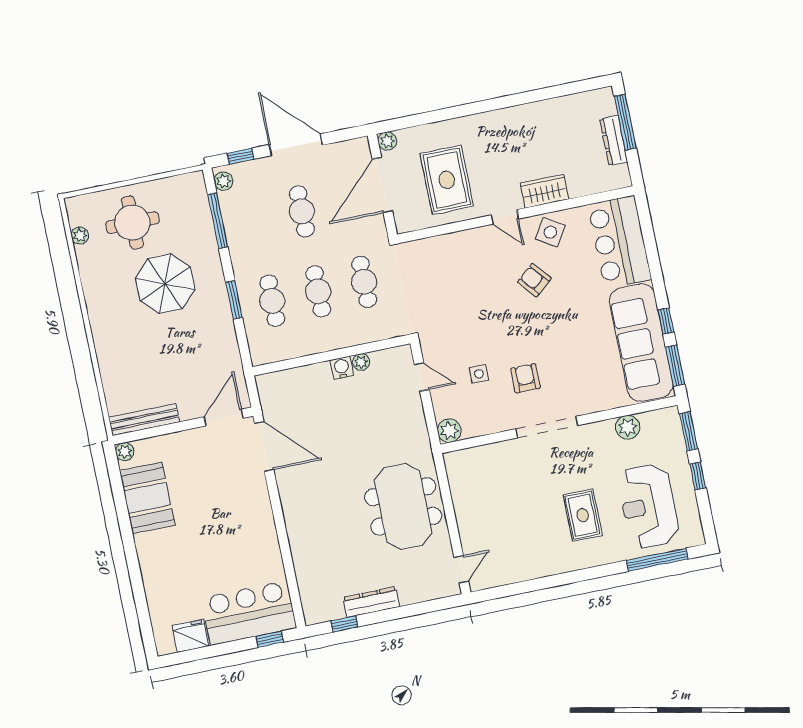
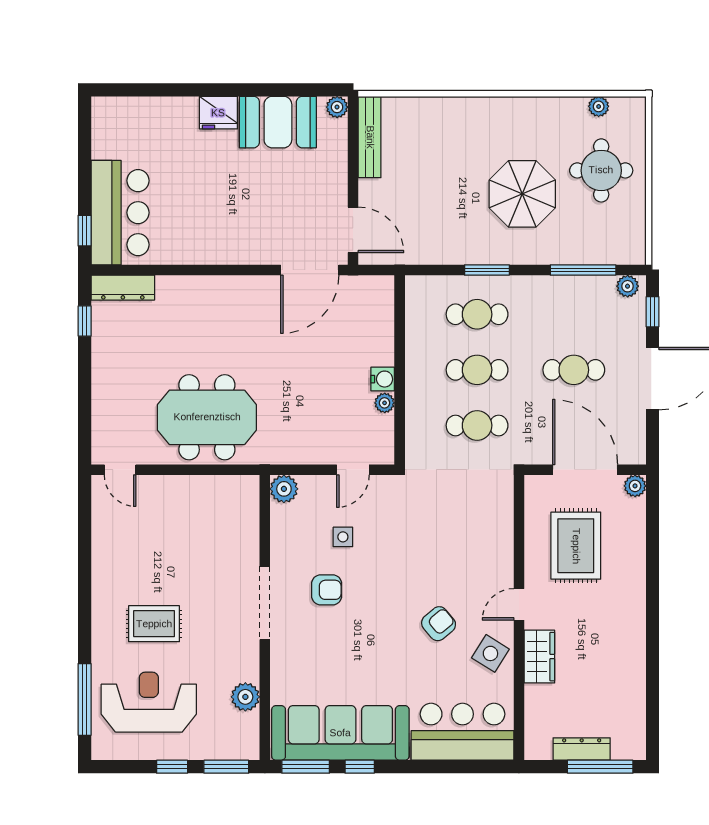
rug: (447, 180) -> (576, 546), turned 90
dresser: (371, 602) -> (123, 288), moved, turned 90
fridge: (190, 636) -> (218, 113), moved, turned 90

